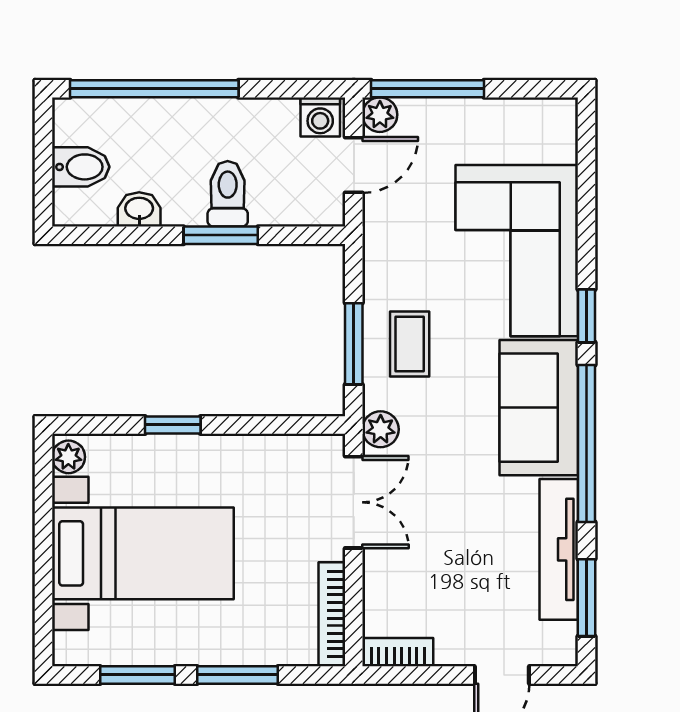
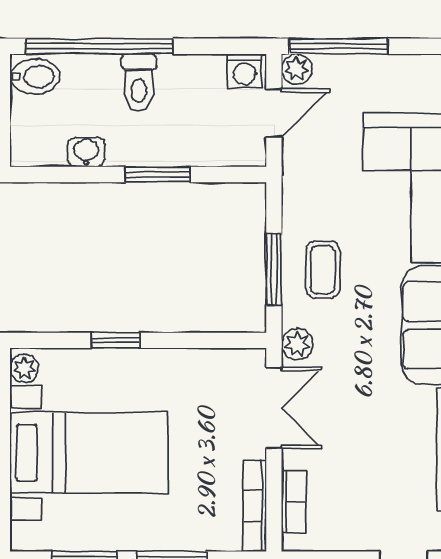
bidet: (81, 167) -> (35, 77), moved
toilet: (228, 194) -> (139, 83), moved, turned 180
bookcase: (398, 652) -> (294, 502), moved, turned 90

